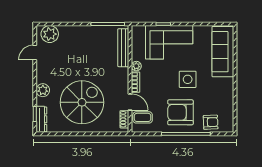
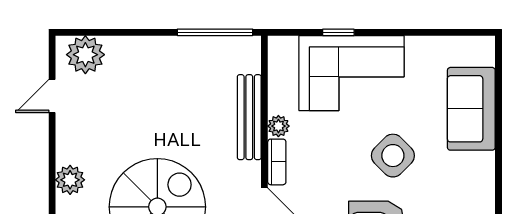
bench: (123, 48) -> (249, 117), moved
sofa: (223, 52) -> (471, 109), width x0.73
side table: (188, 79) -> (393, 156), turned 45

